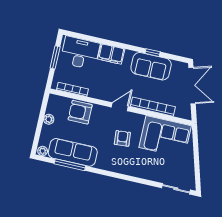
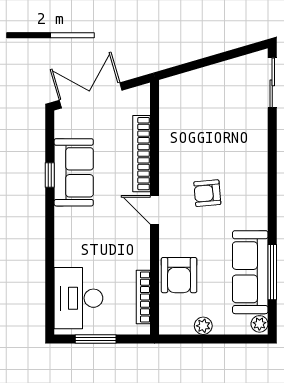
filing cabinet: (111, 54) -> (68, 245), removed
corner sofa: (165, 137) -> (188, 121), removed

